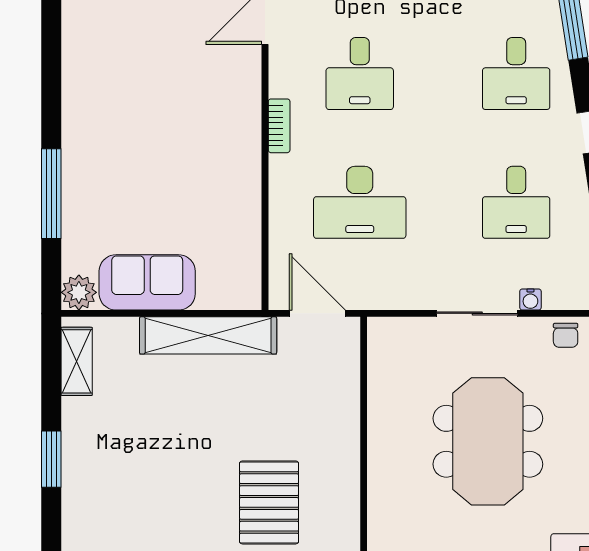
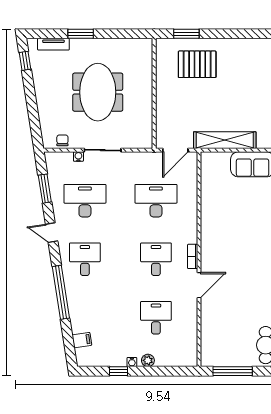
bookcase: (279, 126) -> (193, 256), moved
desk: (516, 202) -> (85, 201), width x1.37
door: (317, 313) -> (175, 150), hinge flipped
pallet: (269, 502) -> (197, 64), turned 90

